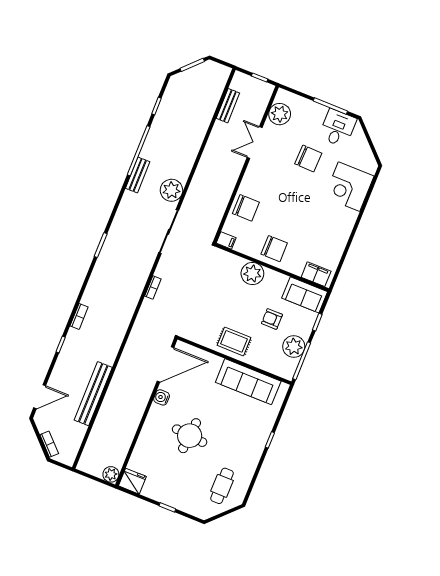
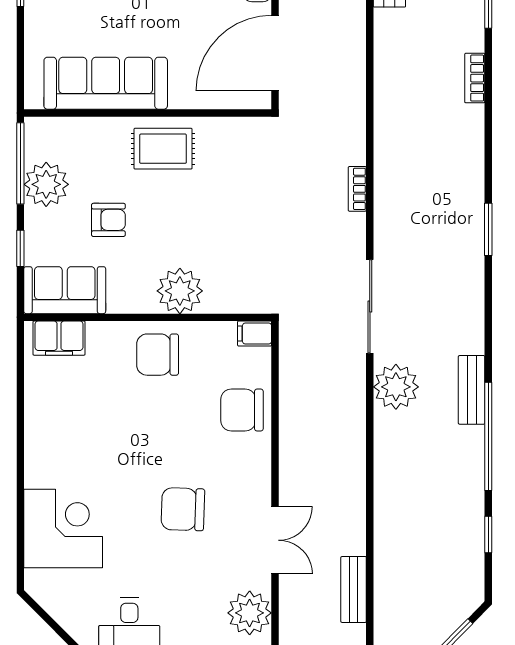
chair: (308, 159) -> (183, 509), moved

